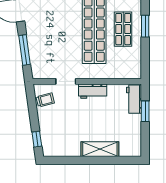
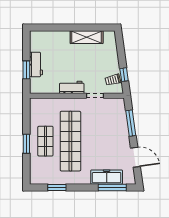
workbench: (134, 99) -> (36, 64), moved
window: (37, 139) -> (124, 75), moved
shelving: (100, 149) -> (87, 37), moved

